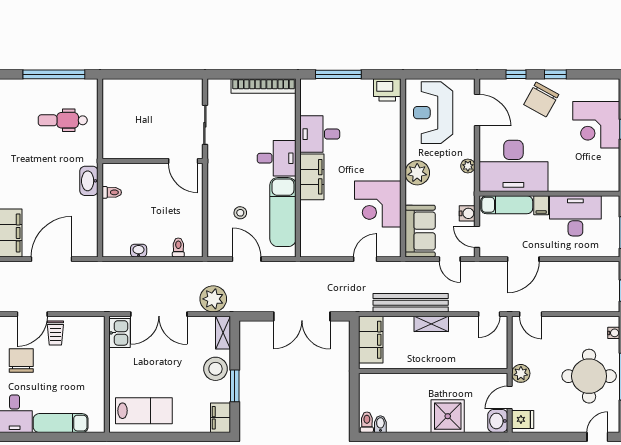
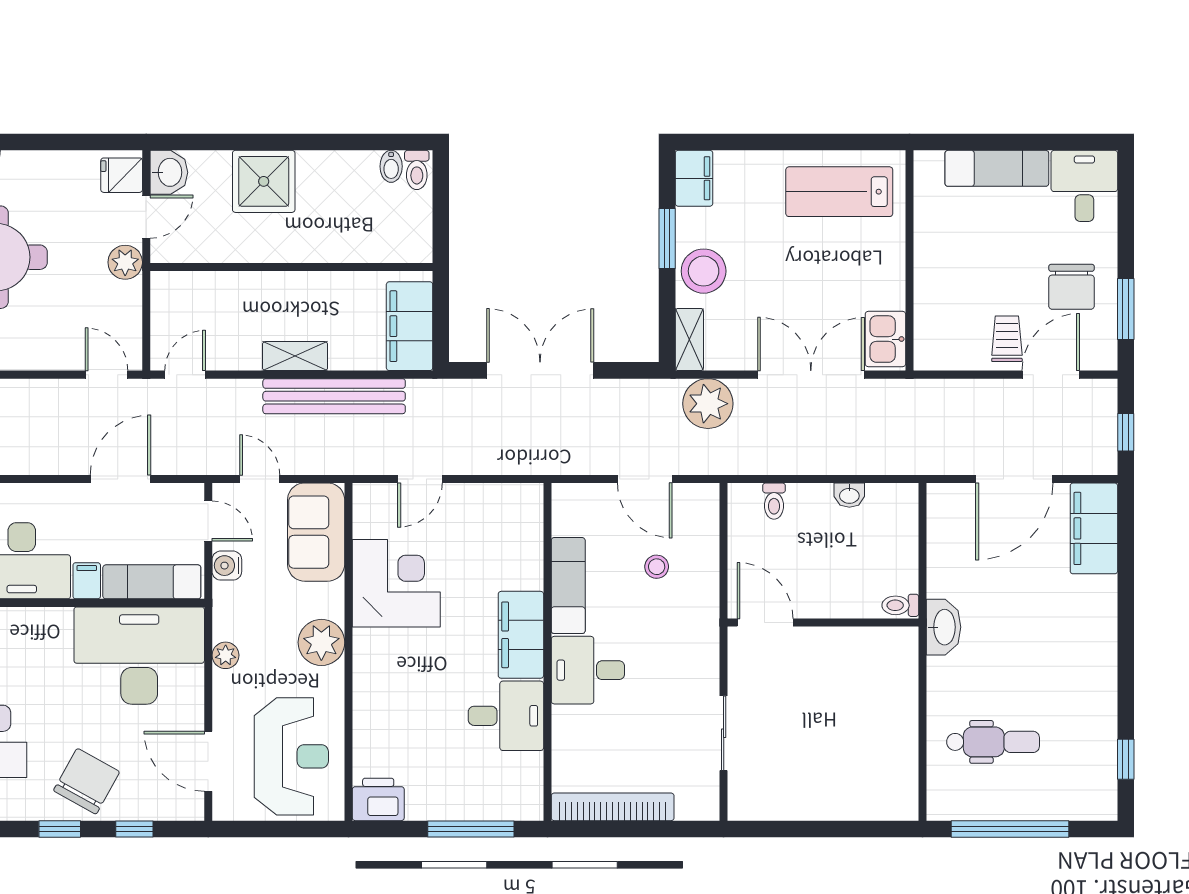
wall: (152, 161) -> (823, 622), moved
door: (183, 161) -> (765, 622), moved
exam couch: (283, 212) -> (568, 586), width x0.73, depth x0.69

